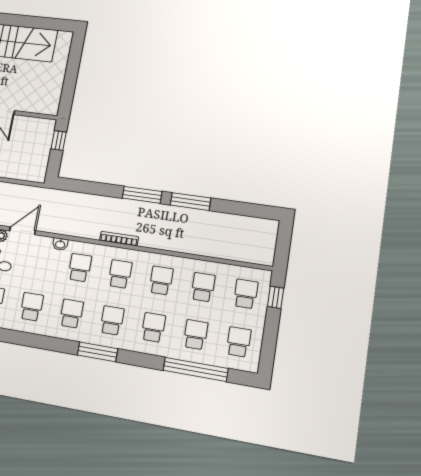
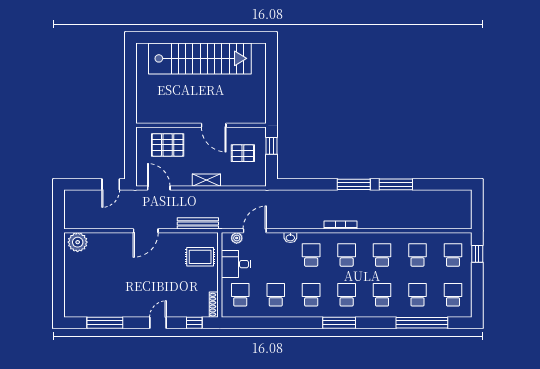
pallet: (26, 144) -> (243, 153), added

